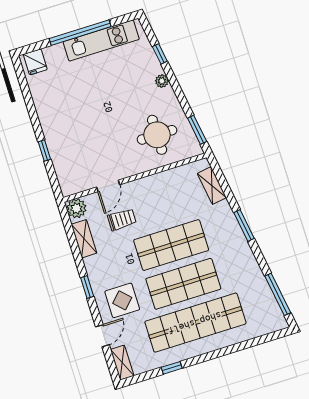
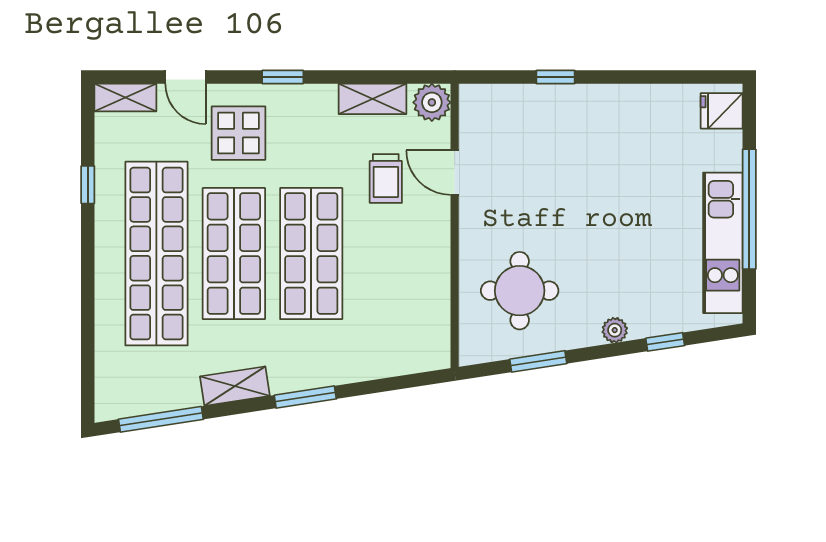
window: (197, 130) -> (538, 361), moved
shelving: (212, 186) -> (235, 386), moved

